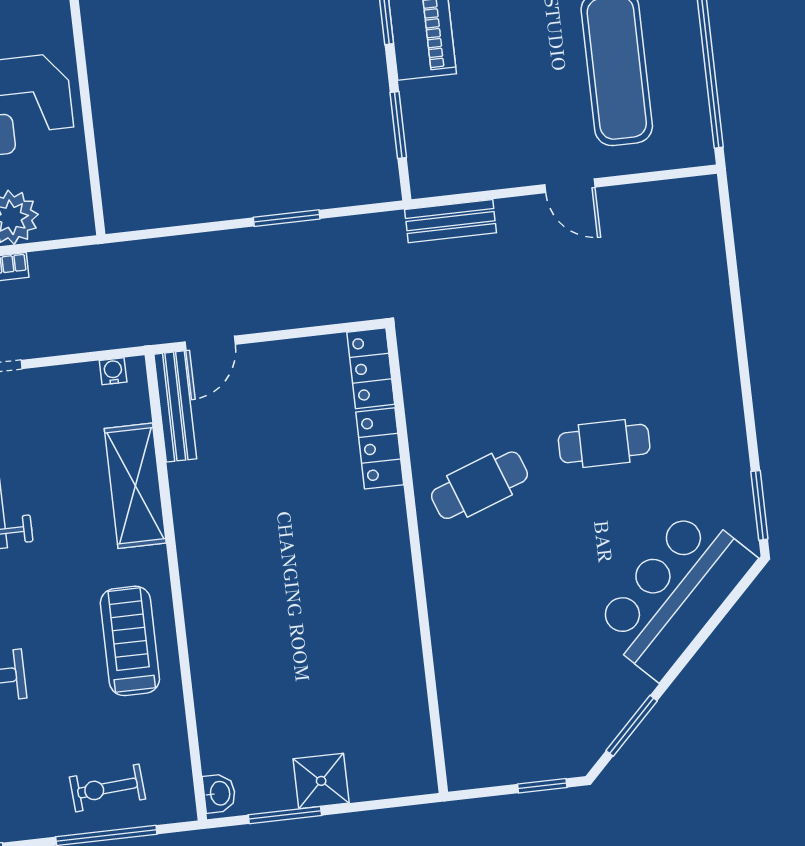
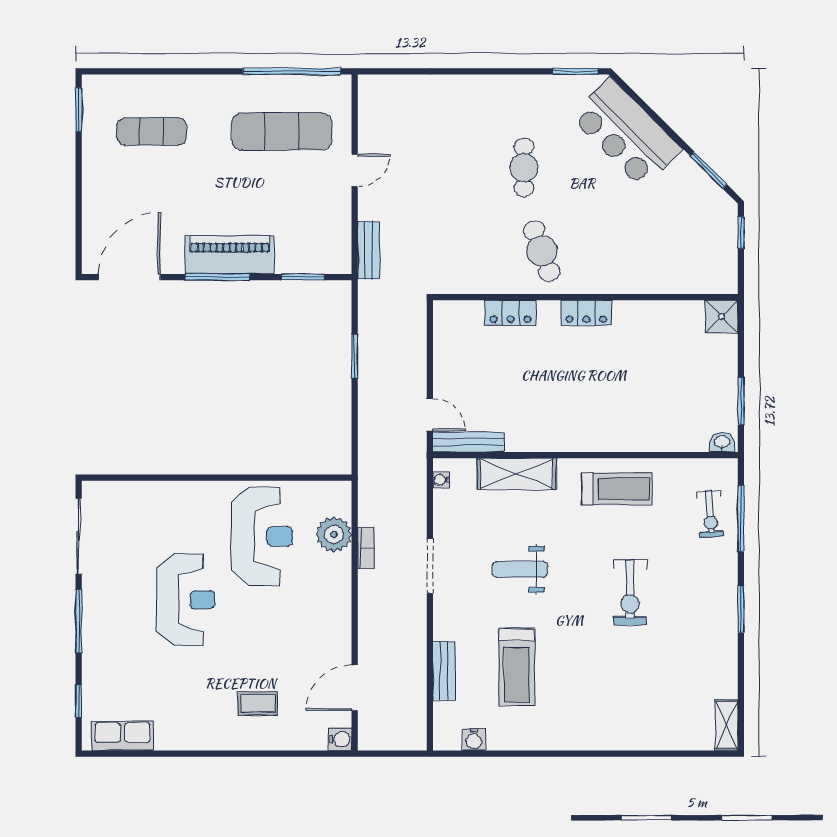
locker: (371, 368) -> (586, 313), moved
treadmill: (130, 641) -> (617, 489), turned 180
shower: (321, 781) -> (721, 317), moved

